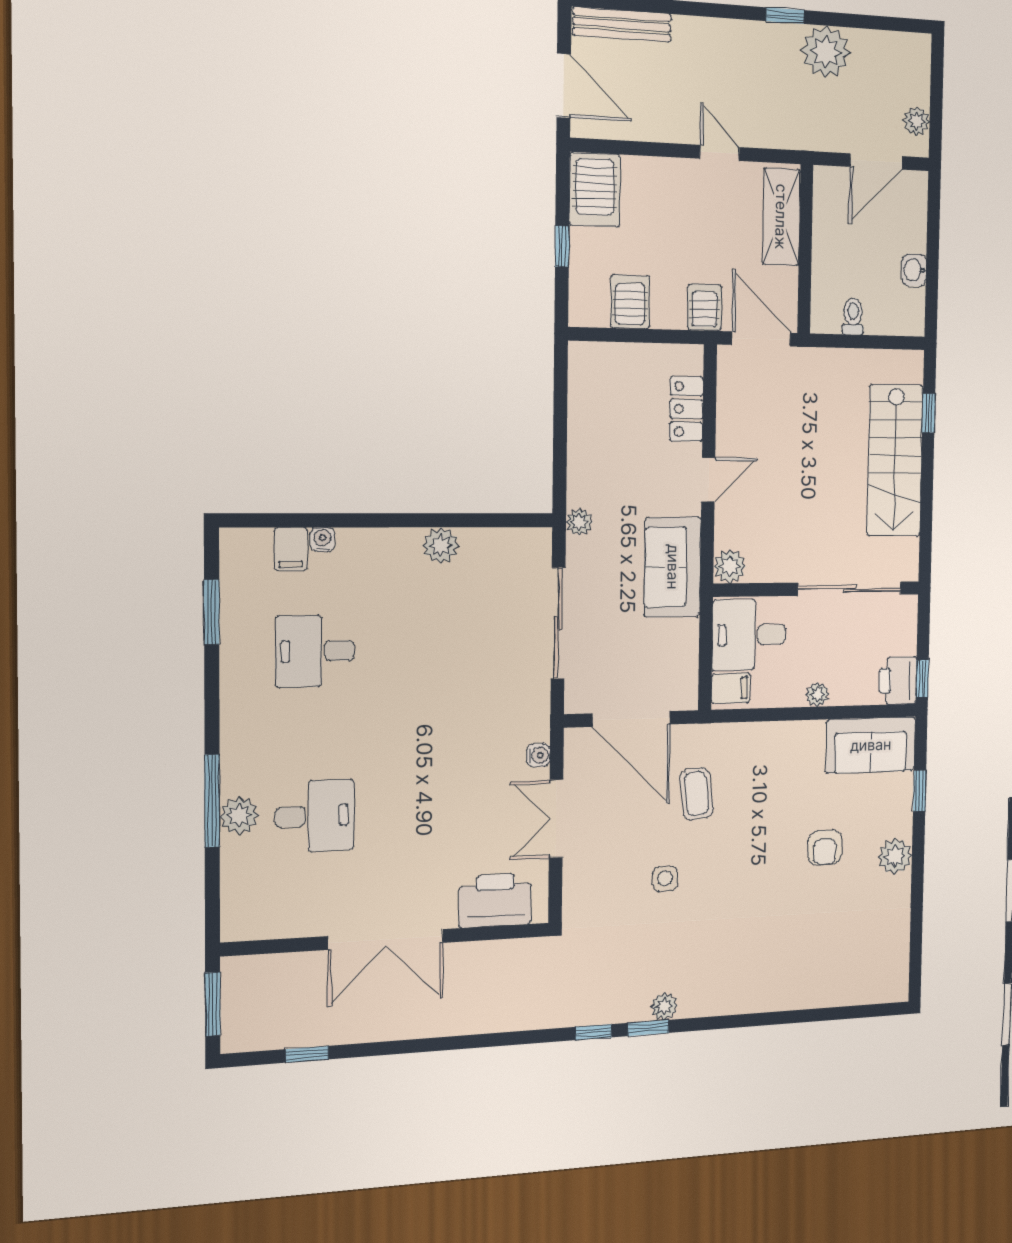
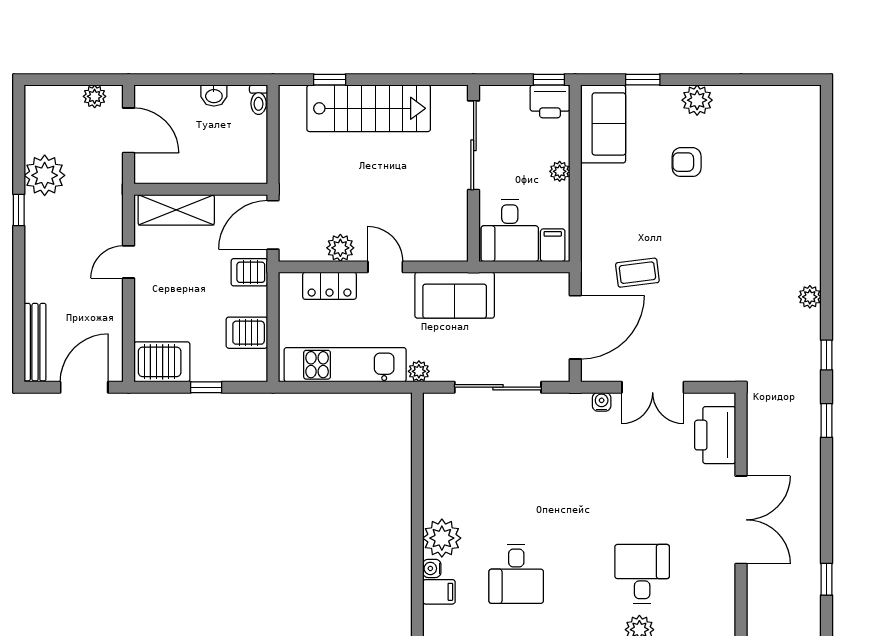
toilet: (853, 316) -> (259, 100), moved, turned -90
kitchen unit: (589, 428) -> (345, 365), added
plant: (441, 546) -> (442, 538), moved, width x1.36, depth x1.36
plant: (730, 566) -> (340, 248), moved
armchair: (825, 848) -> (687, 162), turned 180
side table: (665, 878) -> (705, 298), removed
window: (648, 1028) -> (827, 420), moved

